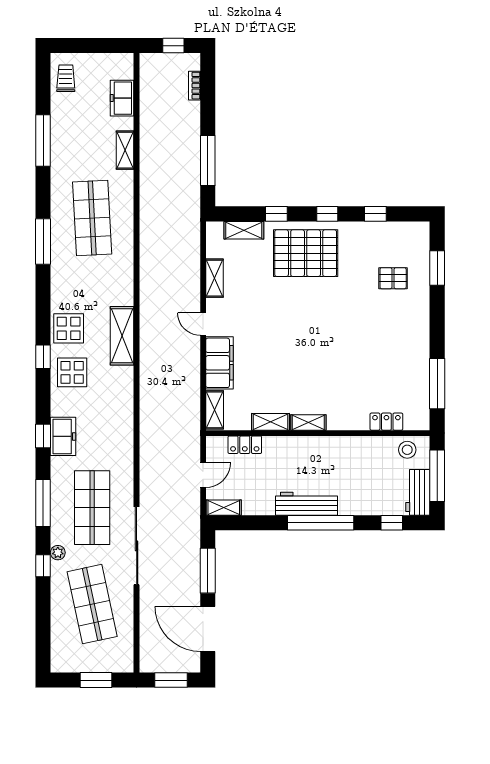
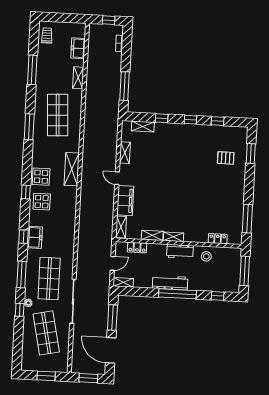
pallet: (306, 253) -> (177, 141), removed
shelving: (122, 336) -> (72, 169), moved
stool: (407, 450) -> (206, 256), moved
workbench: (418, 492) -> (180, 251), moved, turned -90

